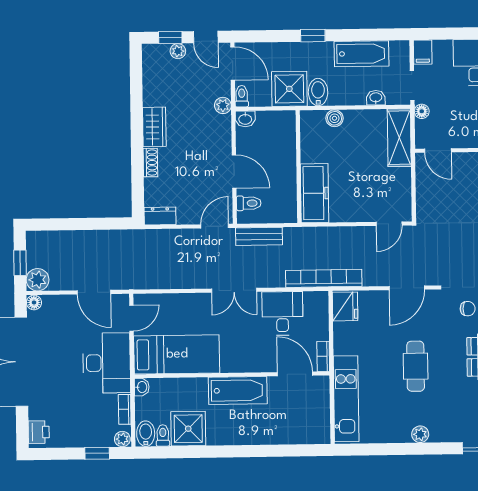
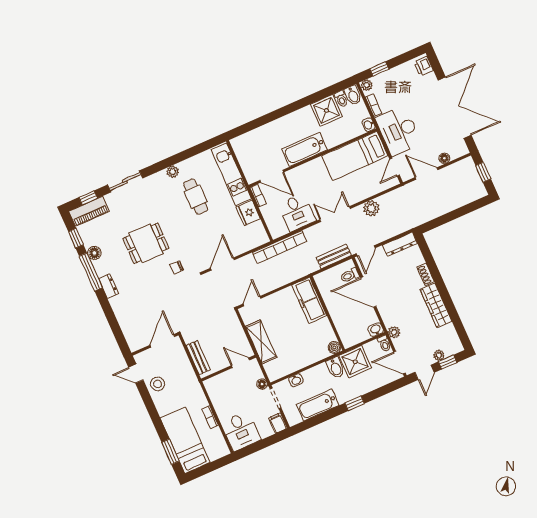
door: (206, 37) -> (425, 372), swing flipped
boiler: (334, 118) -> (334, 348), moved
wardrobe: (154, 127) -> (436, 305), width x1.50
shelving: (399, 138) -> (261, 342), moved
door: (234, 172) -> (368, 292), width x1.36
dresser: (160, 216) -> (400, 244), width x1.44
plant: (38, 280) -> (371, 208), moved
floor lamp: (34, 302) -> (444, 158), moved
fridge: (345, 306) -> (248, 213), moved
cafe table: (416, 366) -> (196, 197), moved

